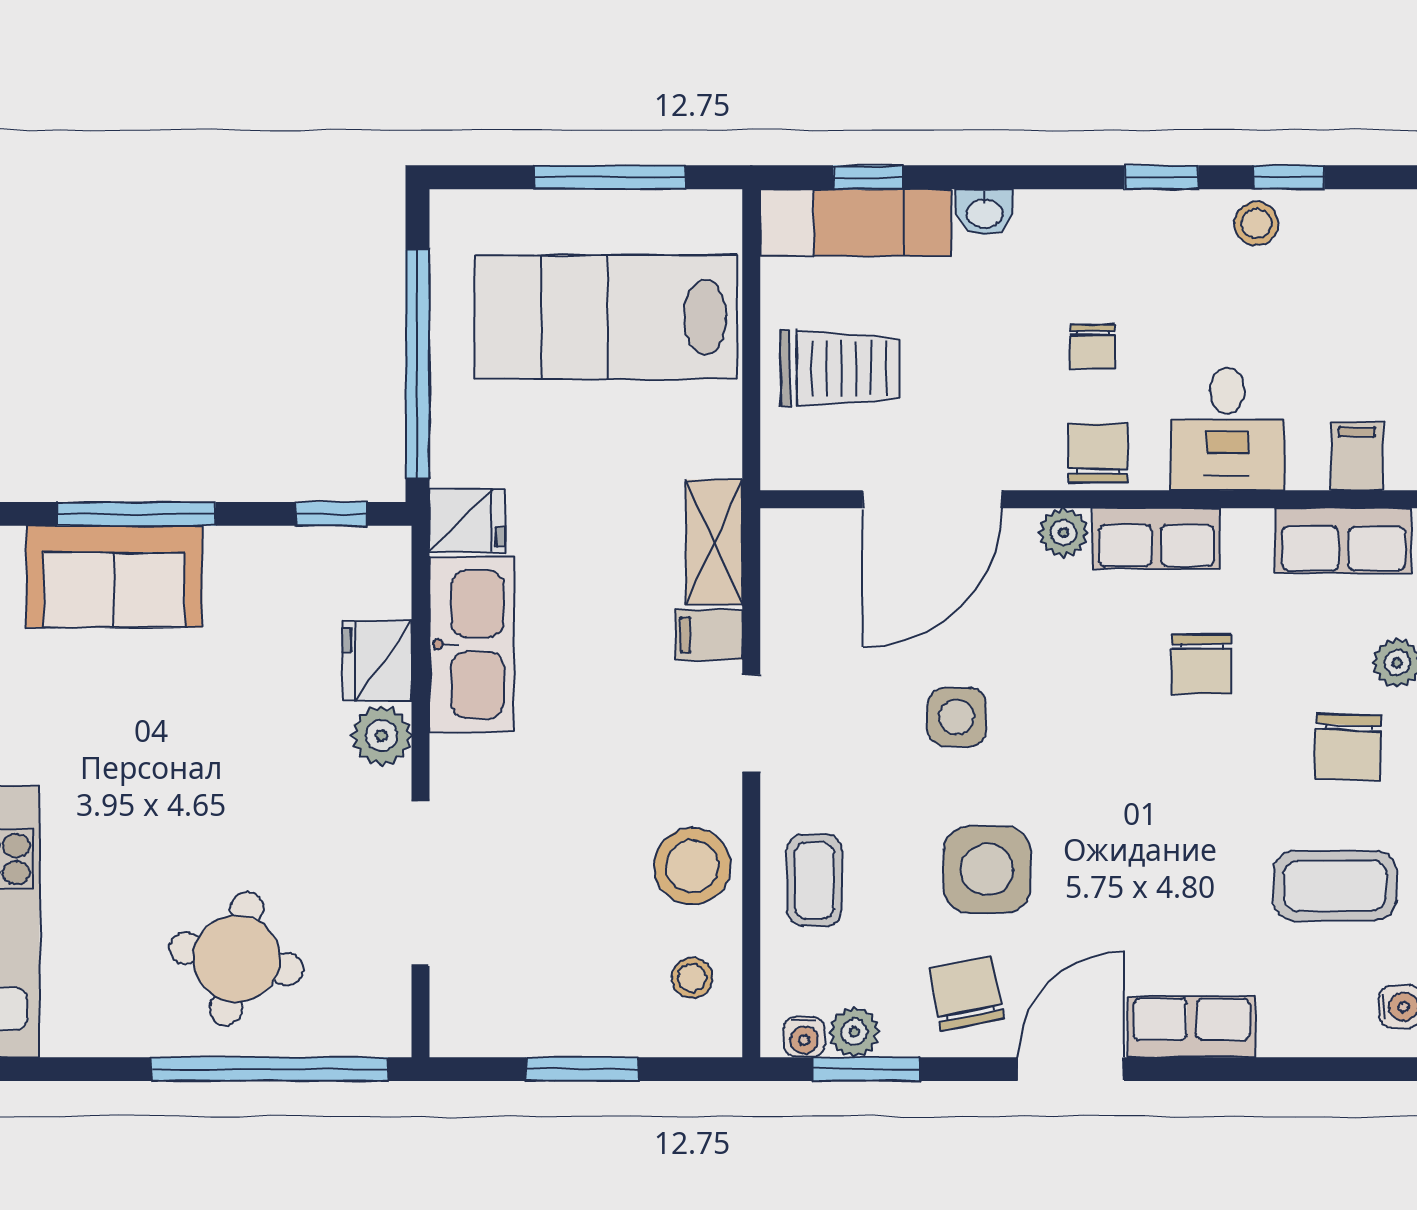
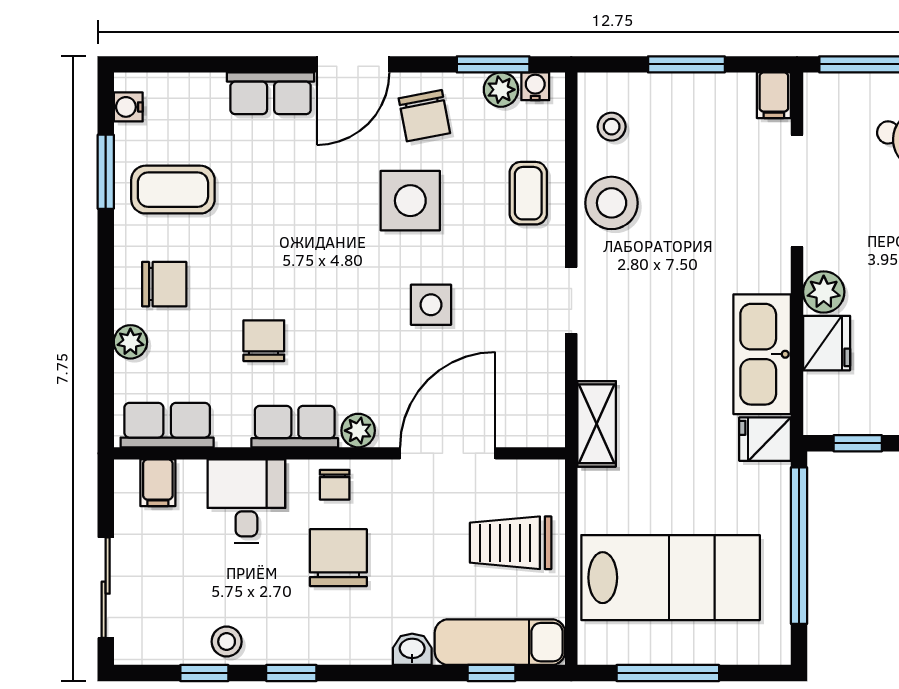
chair: (1092, 346) -> (338, 558), width x1.87, depth x1.87
chair: (1098, 453) -> (335, 485), width x0.73, depth x0.73
filing cabinet: (709, 635) -> (774, 95), moved, turned 90
chair: (1348, 747) -> (164, 284), turned 88

